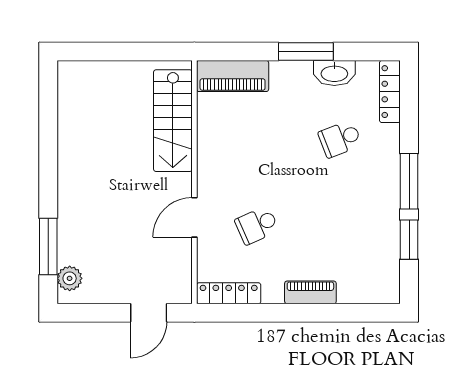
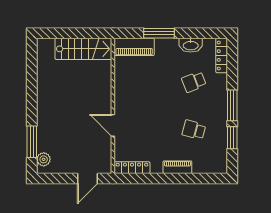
window: (306, 51) -> (159, 33), moved
stairs: (173, 121) -> (83, 49), moved, turned -90
door: (194, 217) -> (113, 125), hinge flipped
school desk: (257, 225) -> (194, 130), moved, turned 39

